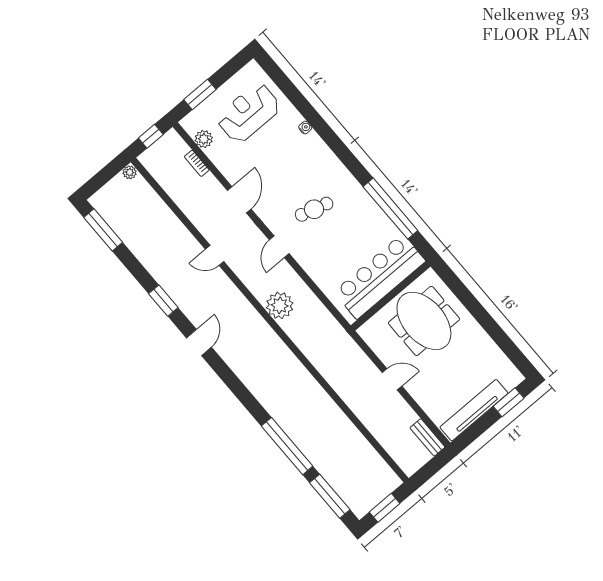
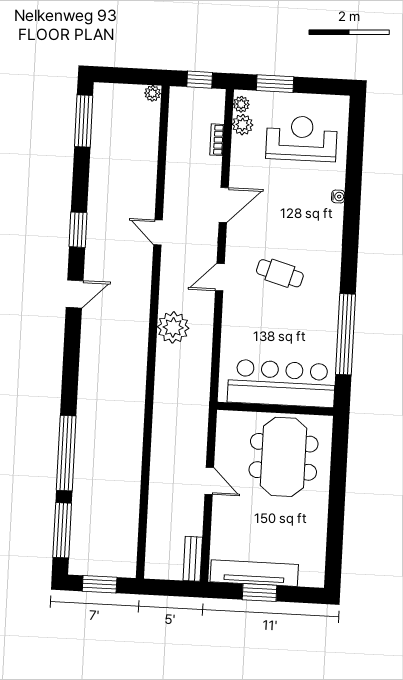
plant: (191, 127) -> (241, 104), added
window: (509, 402) -> (260, 593), moved

